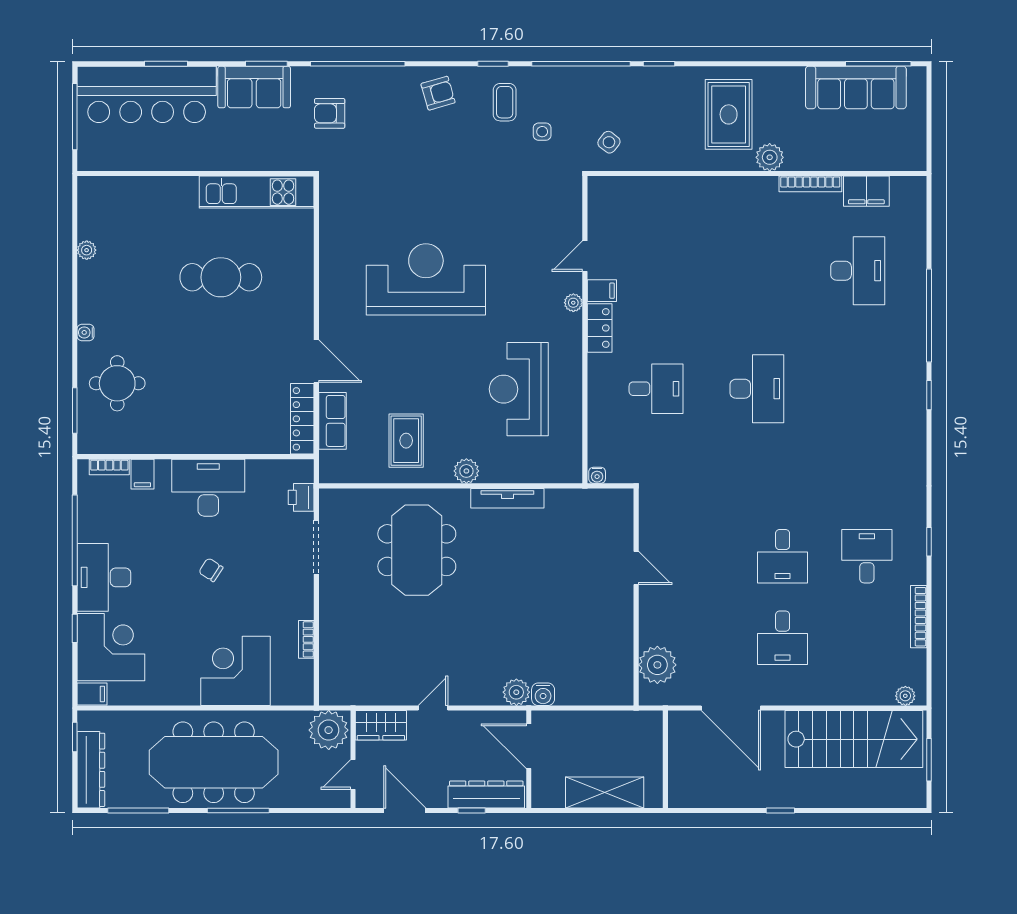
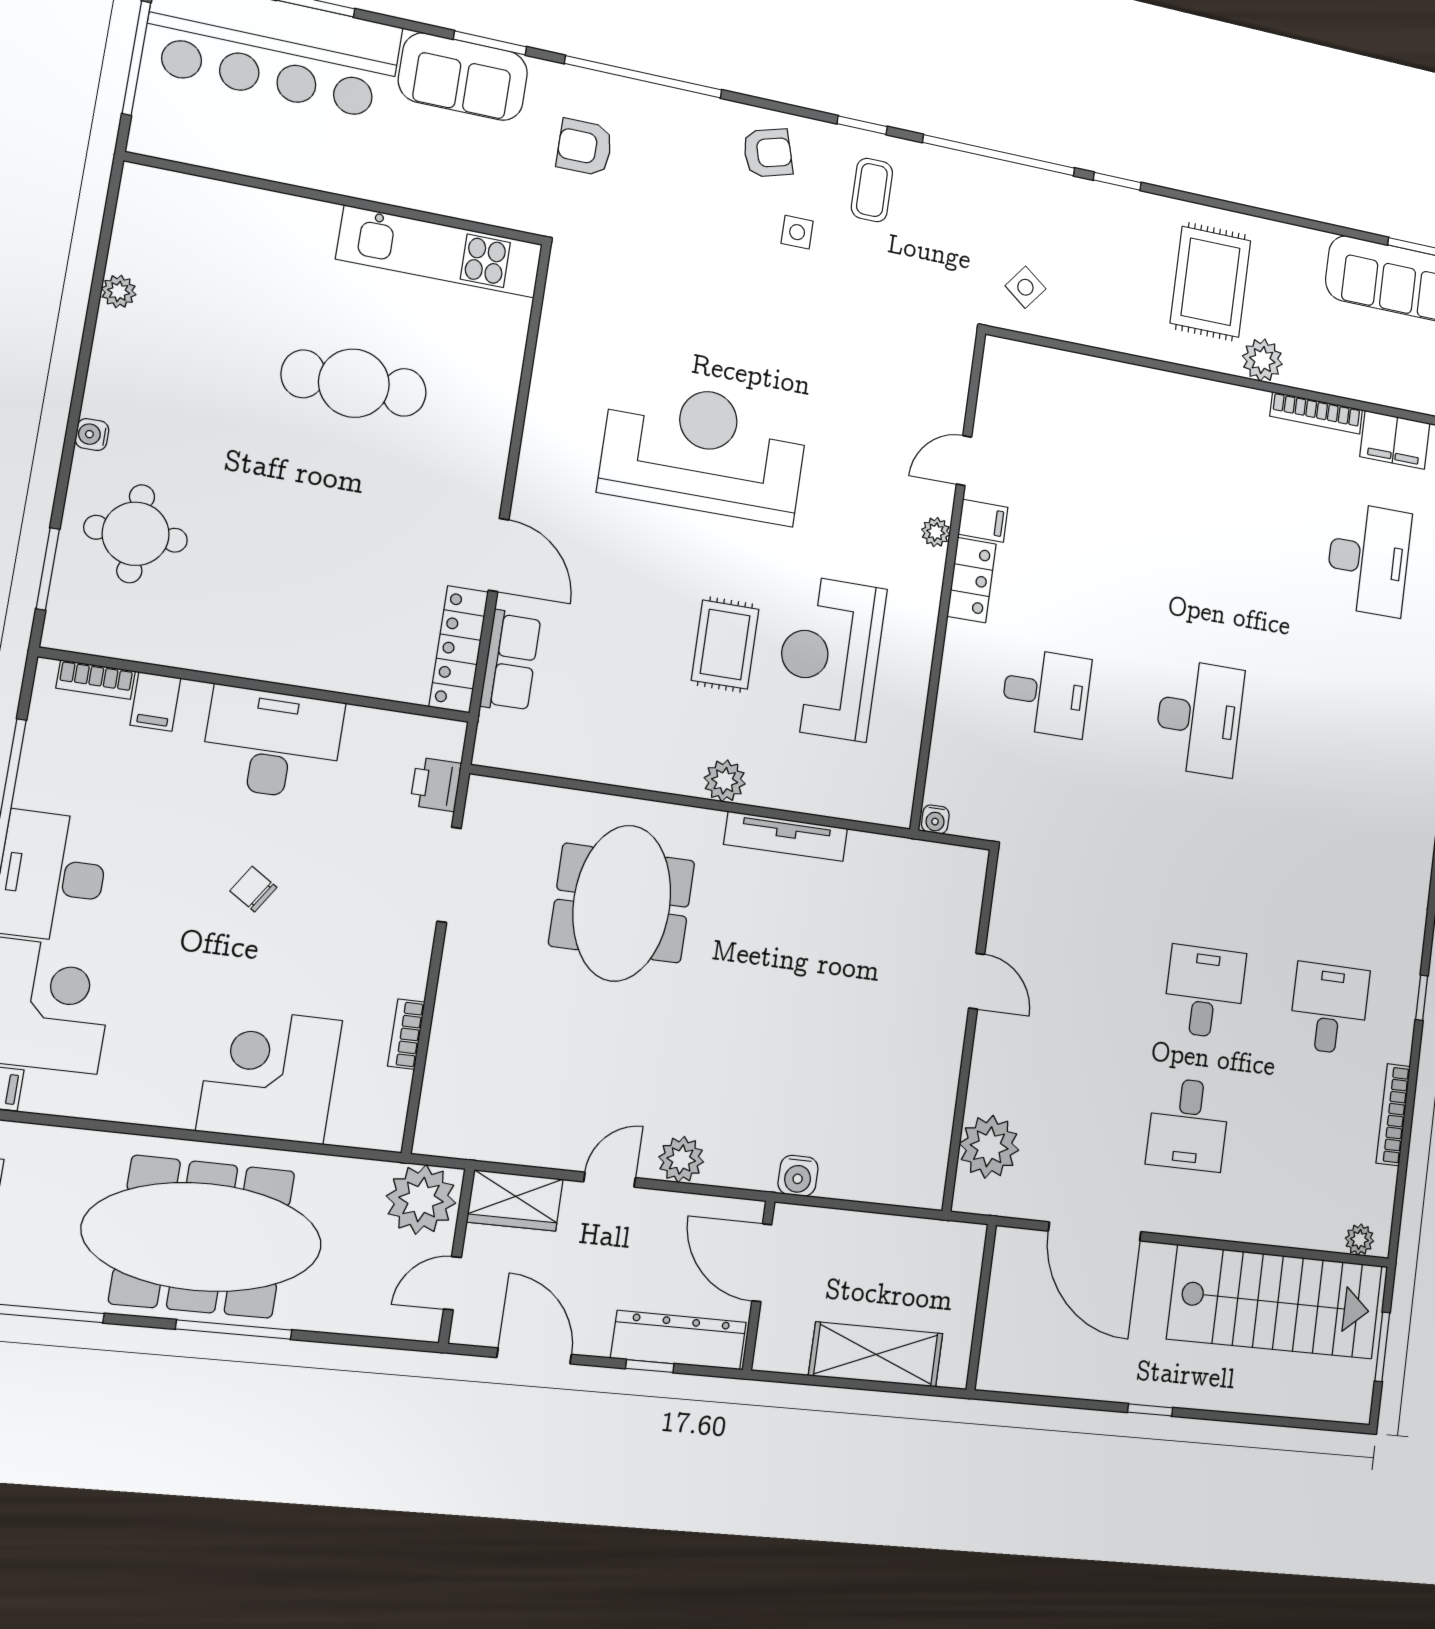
side table: (542, 132) -> (797, 232), moved
rug: (406, 441) -> (725, 645), moved
desk: (783, 556) -> (1204, 992), turned 180
plant: (516, 692) -> (681, 1159), moved

